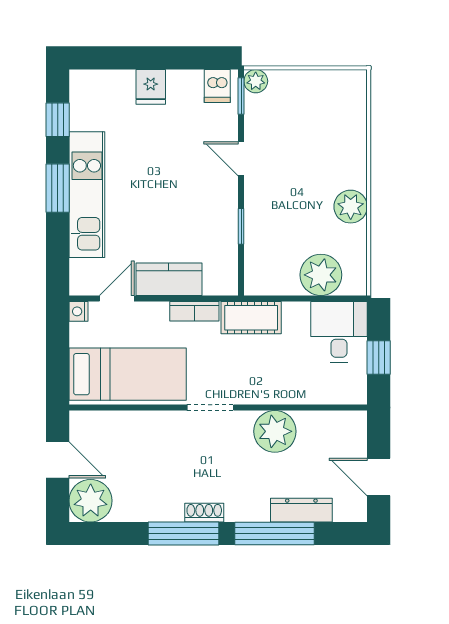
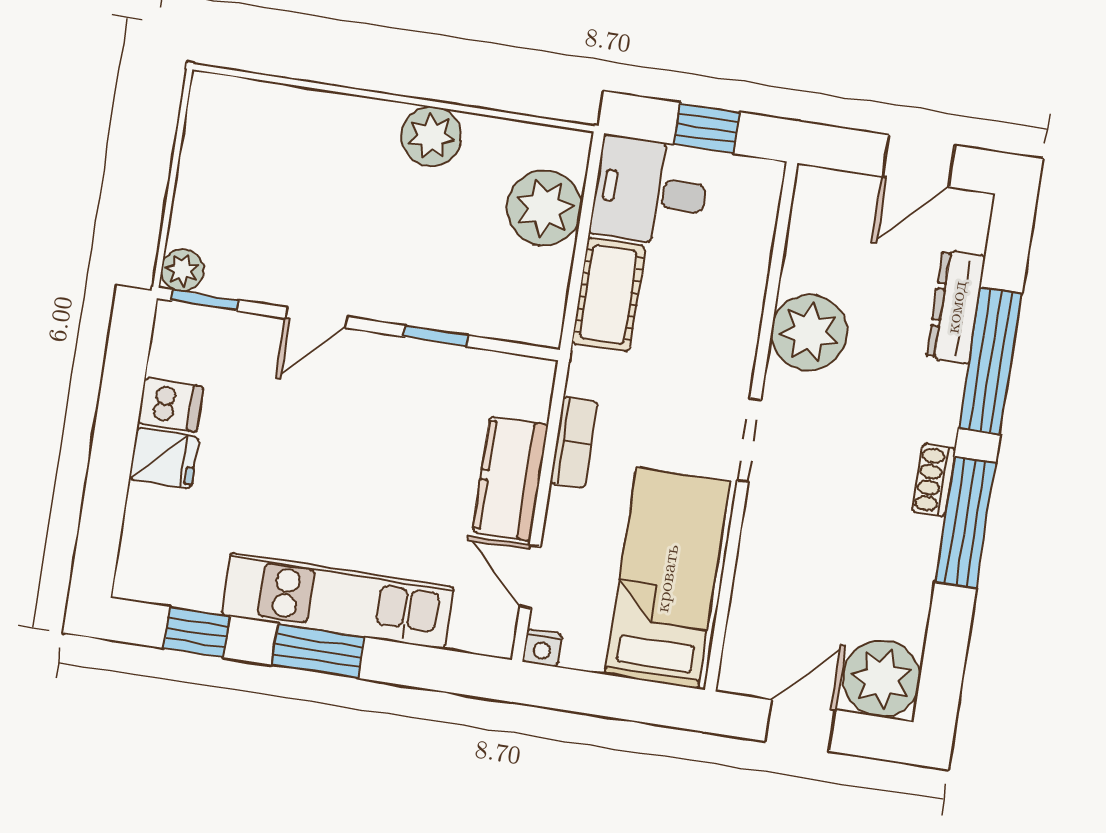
dishwasher: (217, 86) -> (170, 405), moved
cot: (251, 318) -> (609, 295), moved

